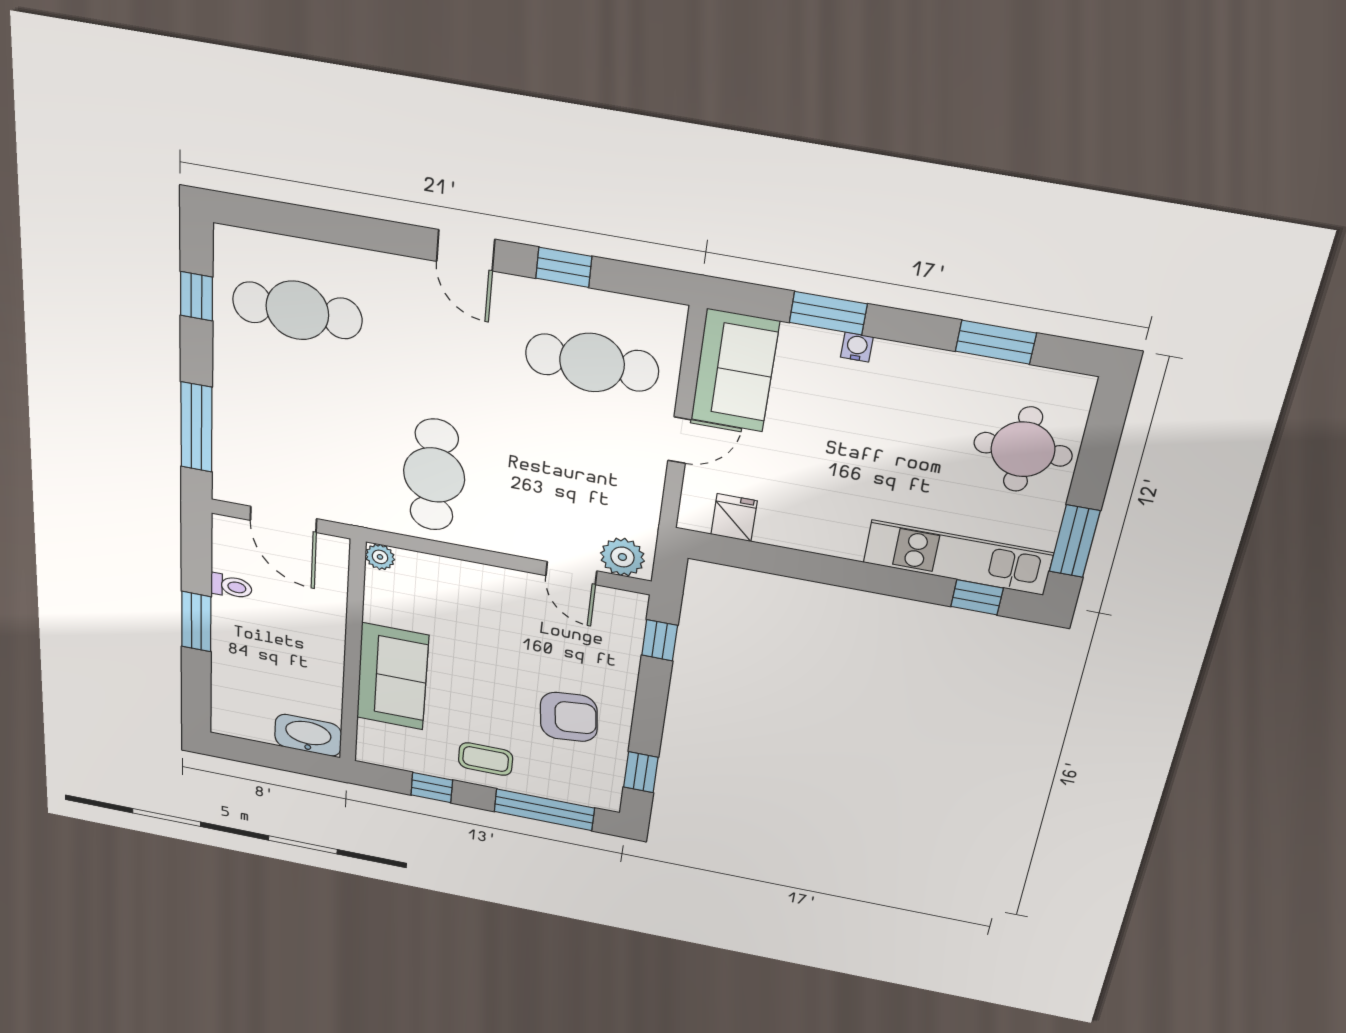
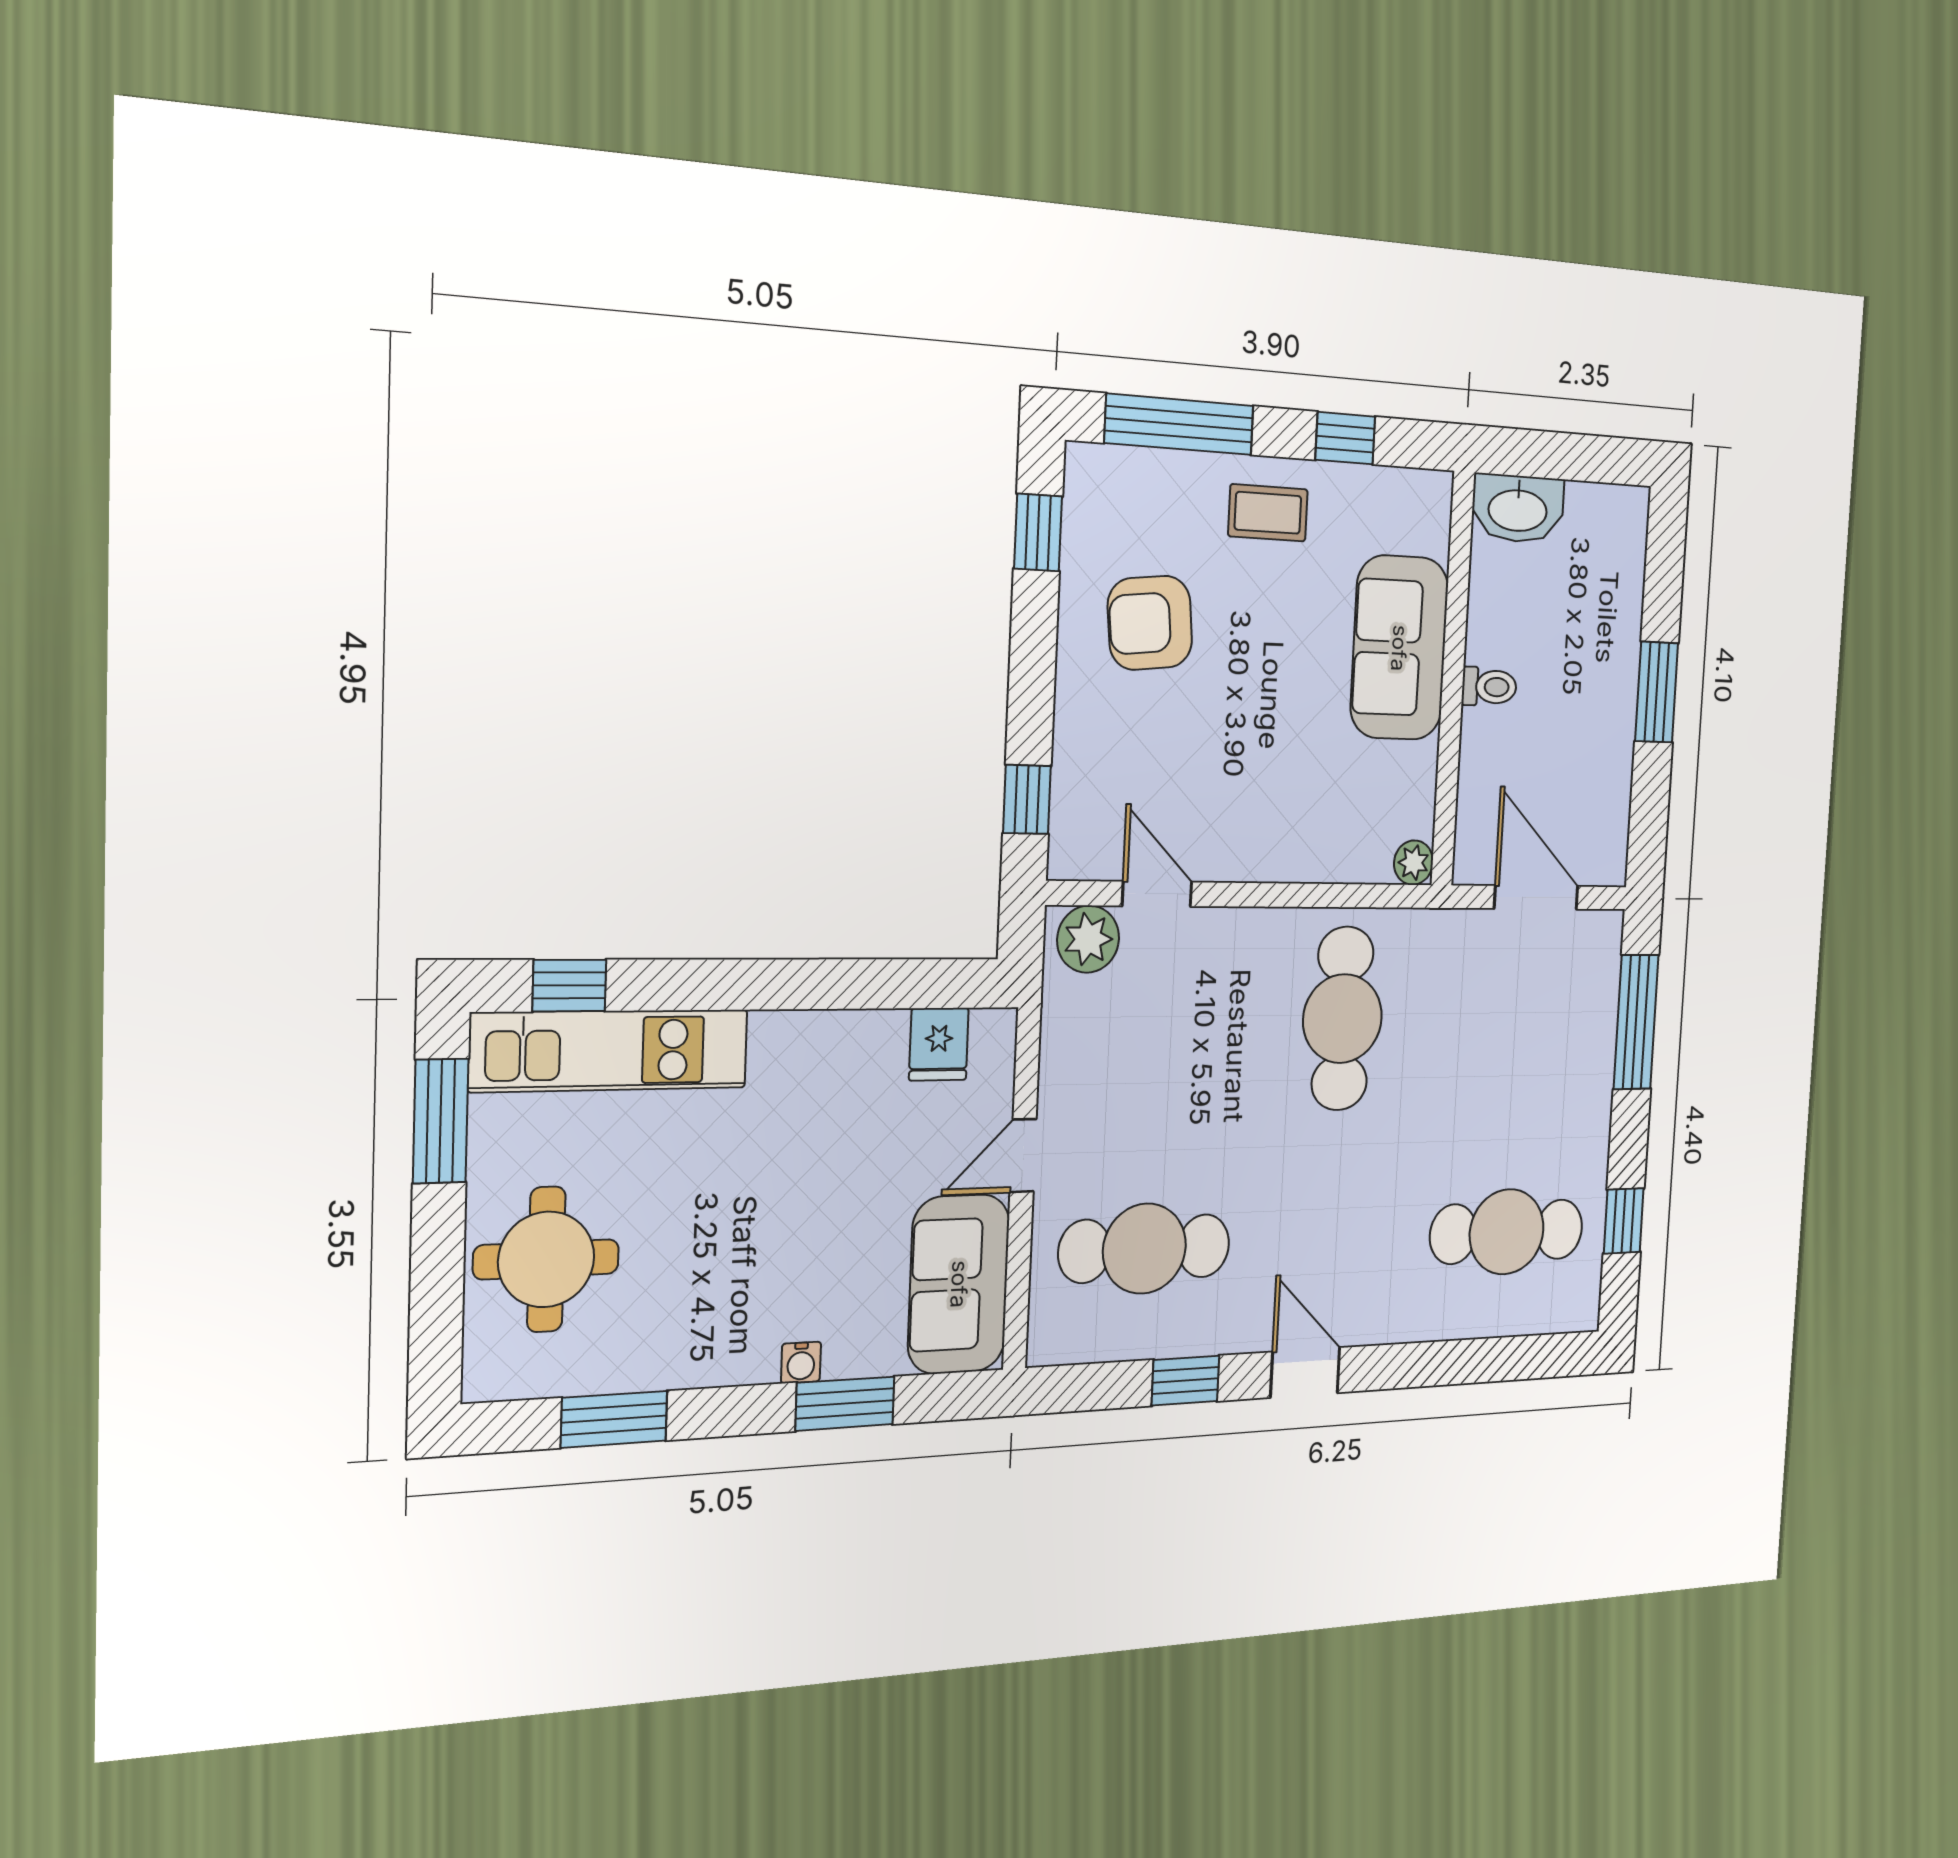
toilet: (231, 586) -> (1489, 687), moved, turned 180

